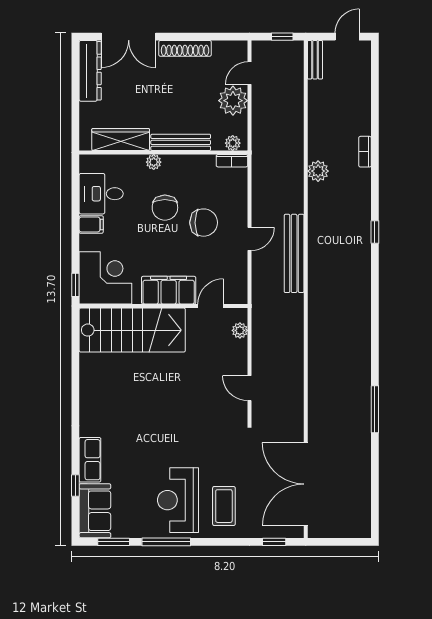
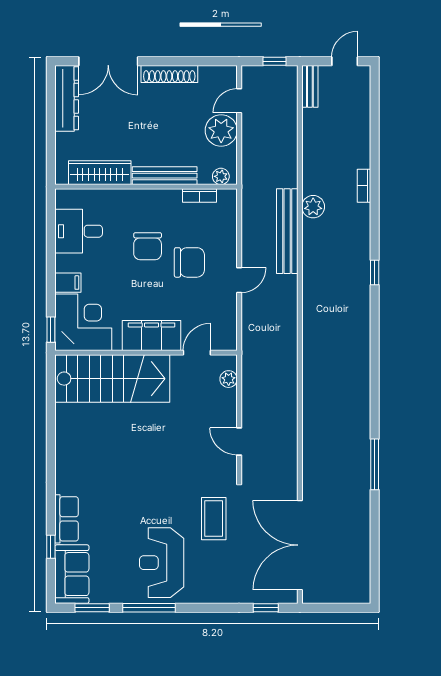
bookcase: (232, 161) -> (199, 196), moved
plant: (154, 162) -> (135, 197), removed
filing cabinet: (91, 224) -> (68, 283), moved
bench: (294, 253) -> (287, 231), moved
coffee table: (224, 506) -> (214, 519), moved

